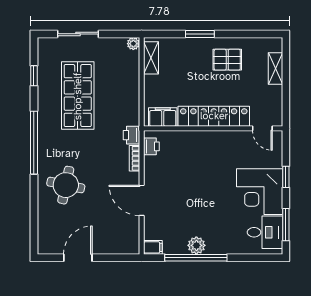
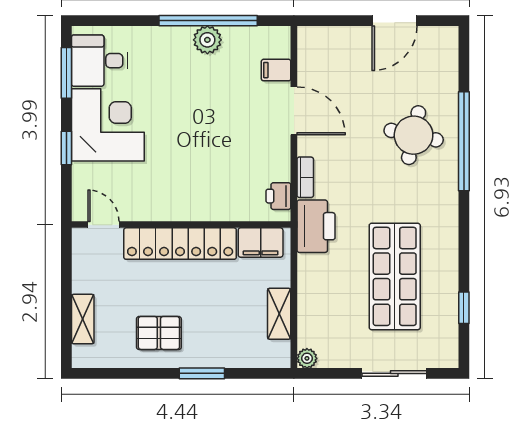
shelving: (151, 58) -> (279, 314), moved
printer: (132, 135) -> (316, 226), width x1.87, depth x1.48
window: (34, 143) -> (464, 141), moved
filing cabinet: (153, 247) -> (276, 70), moved

